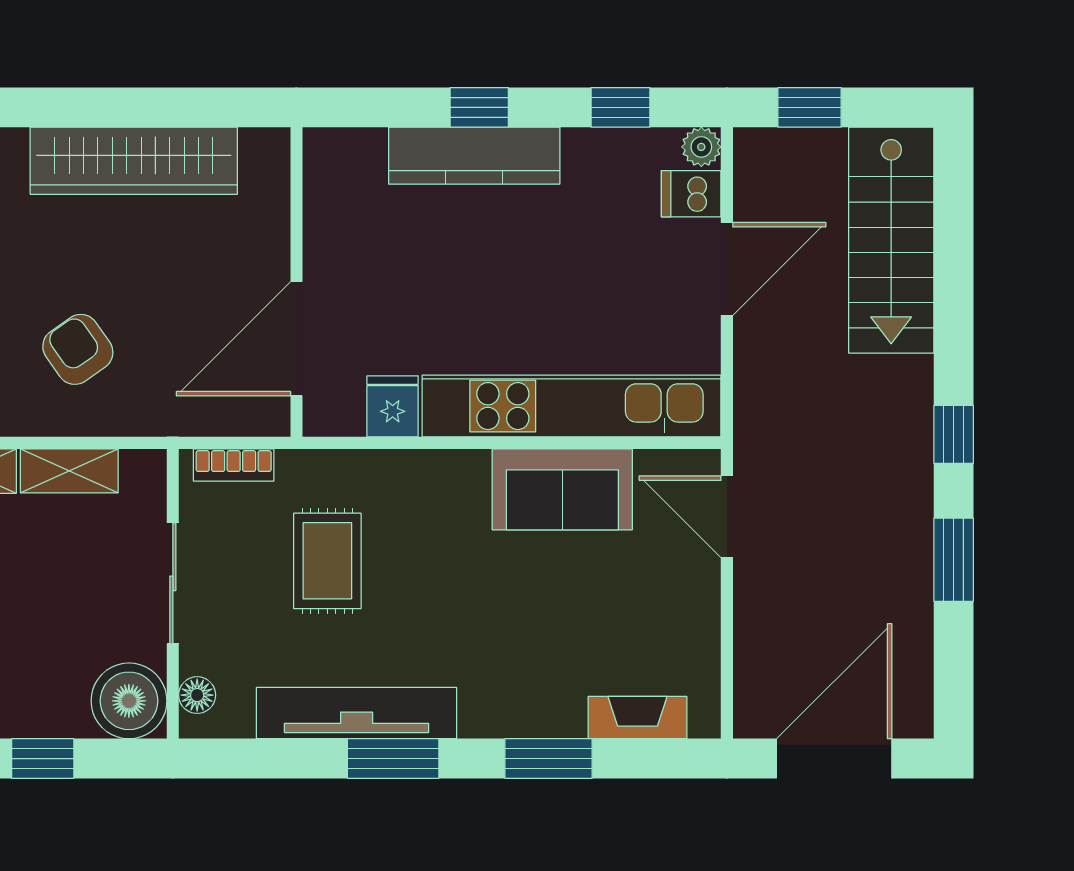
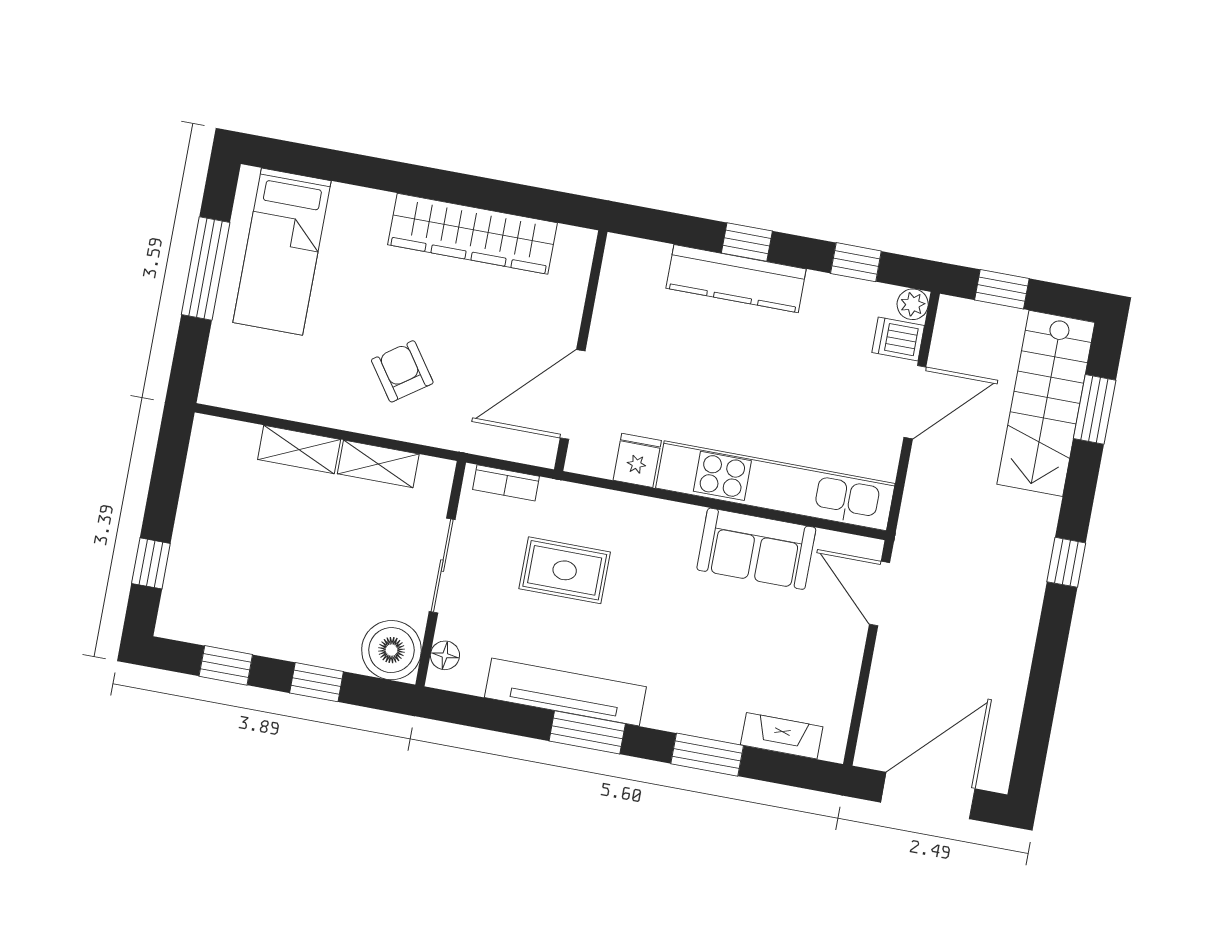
window: (954, 560) -> (1095, 409), moved
rug: (327, 561) -> (565, 570), turned 90

